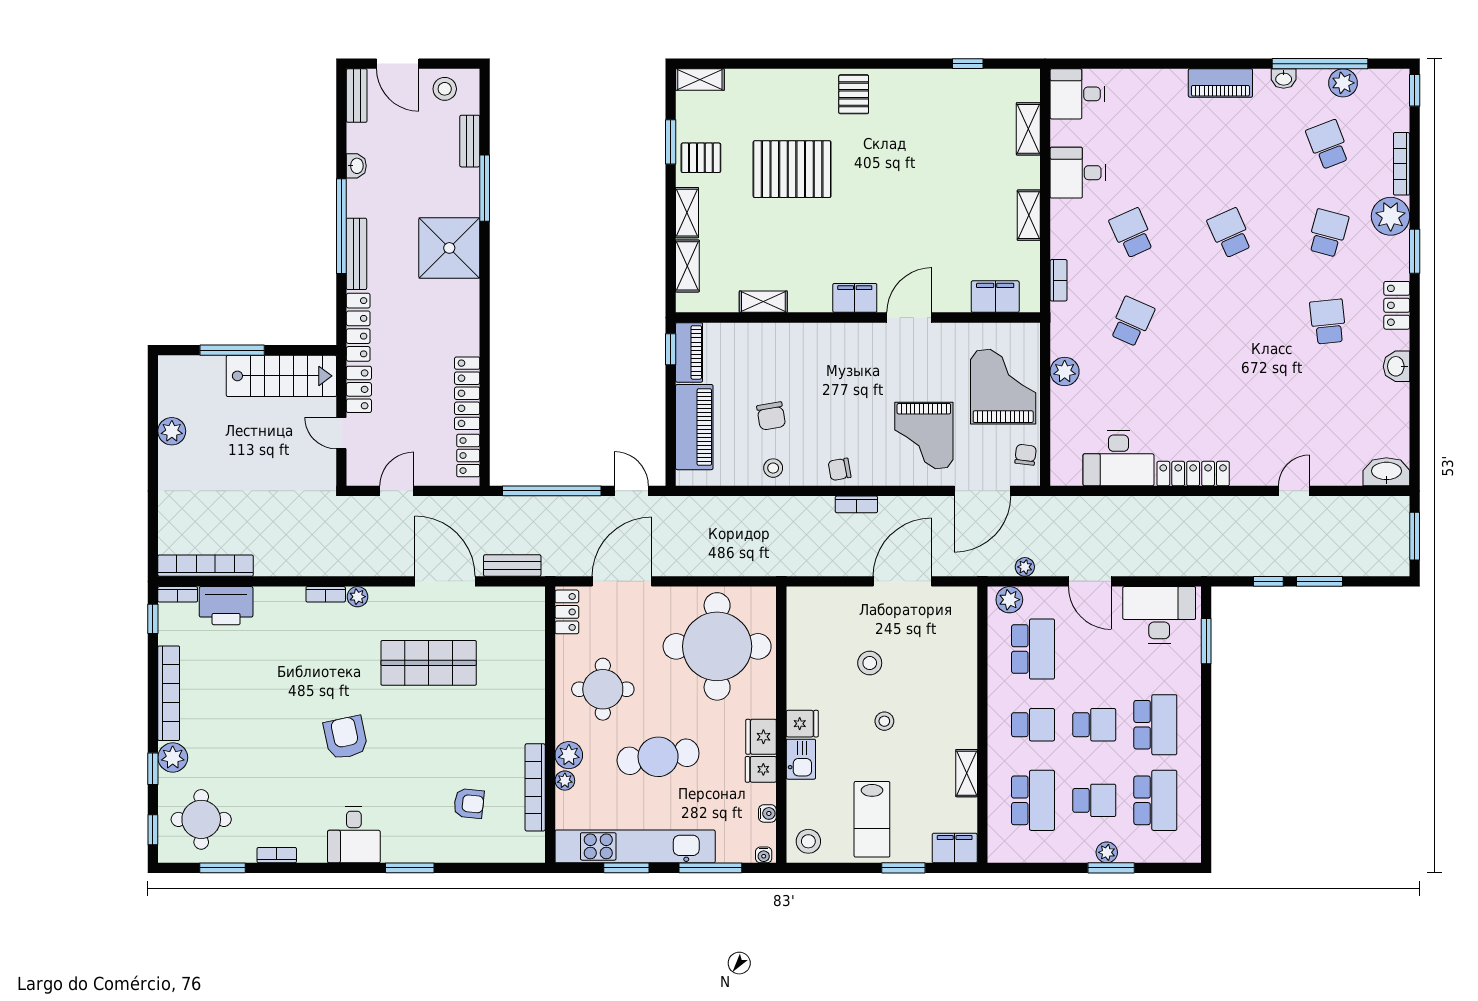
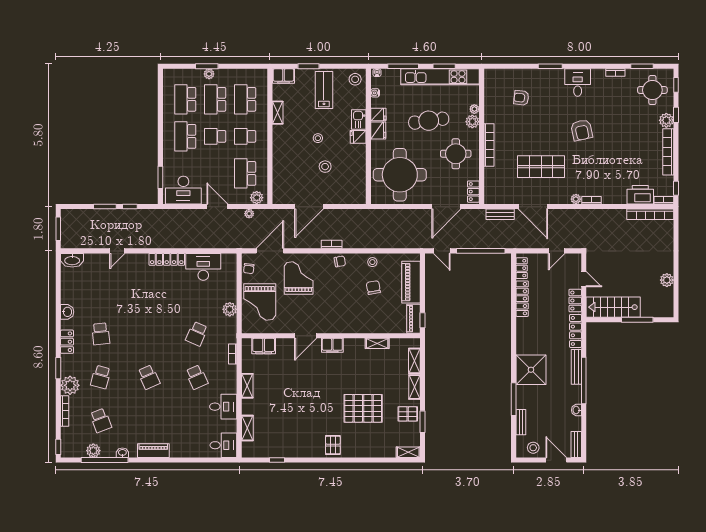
bookcase: (535, 787) -> (489, 145), moved
school desk: (1094, 800) -> (215, 99), width x1.85

